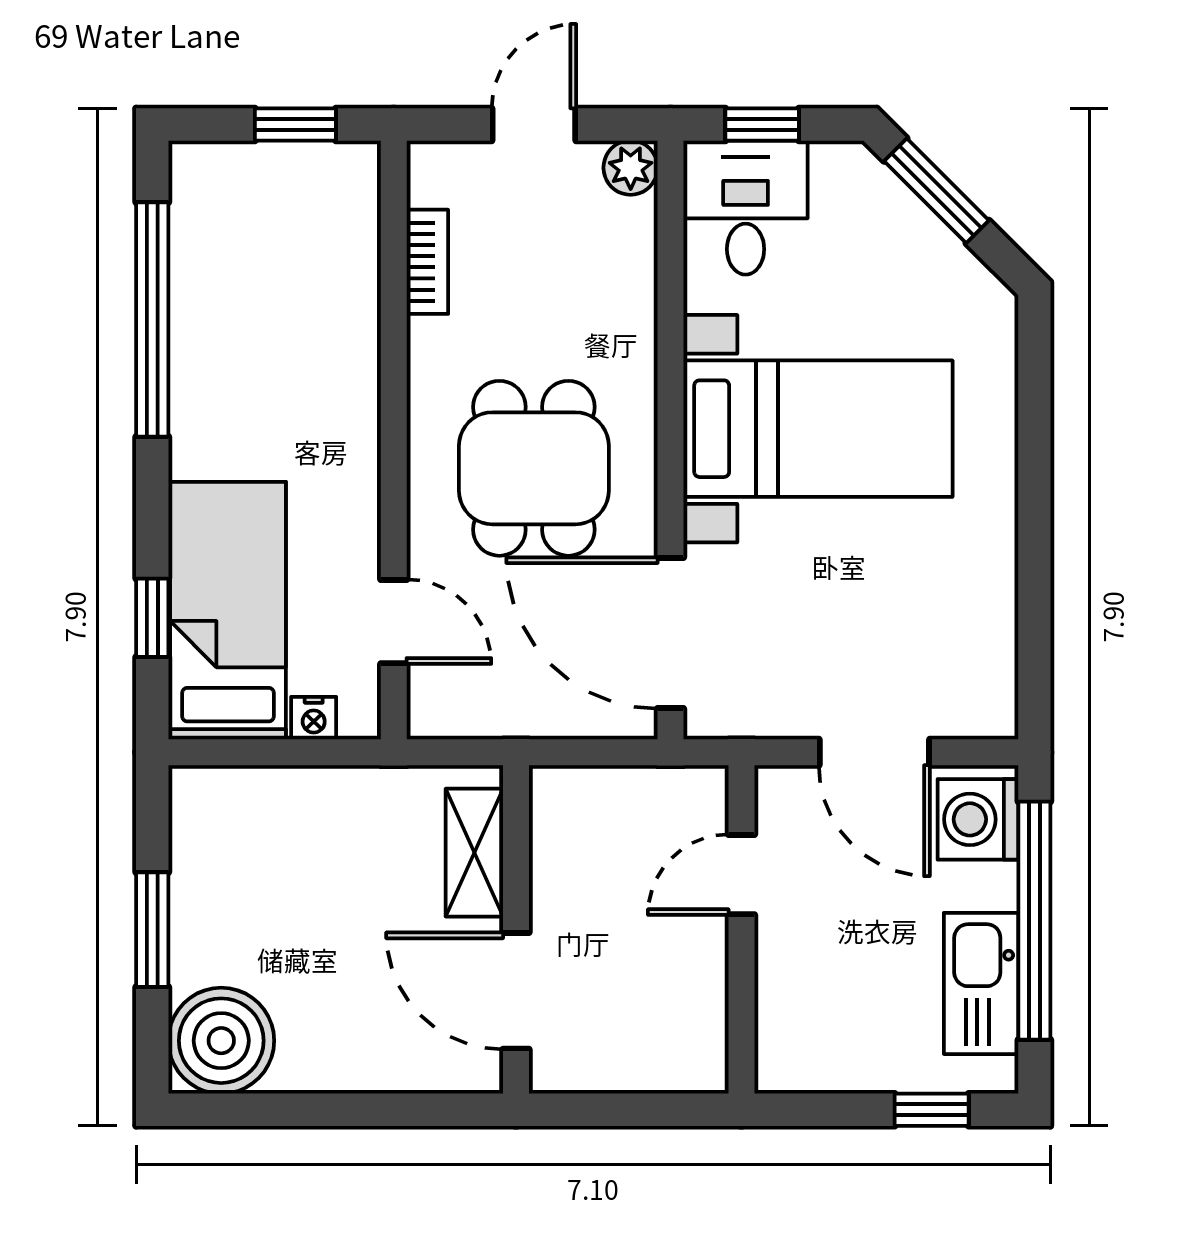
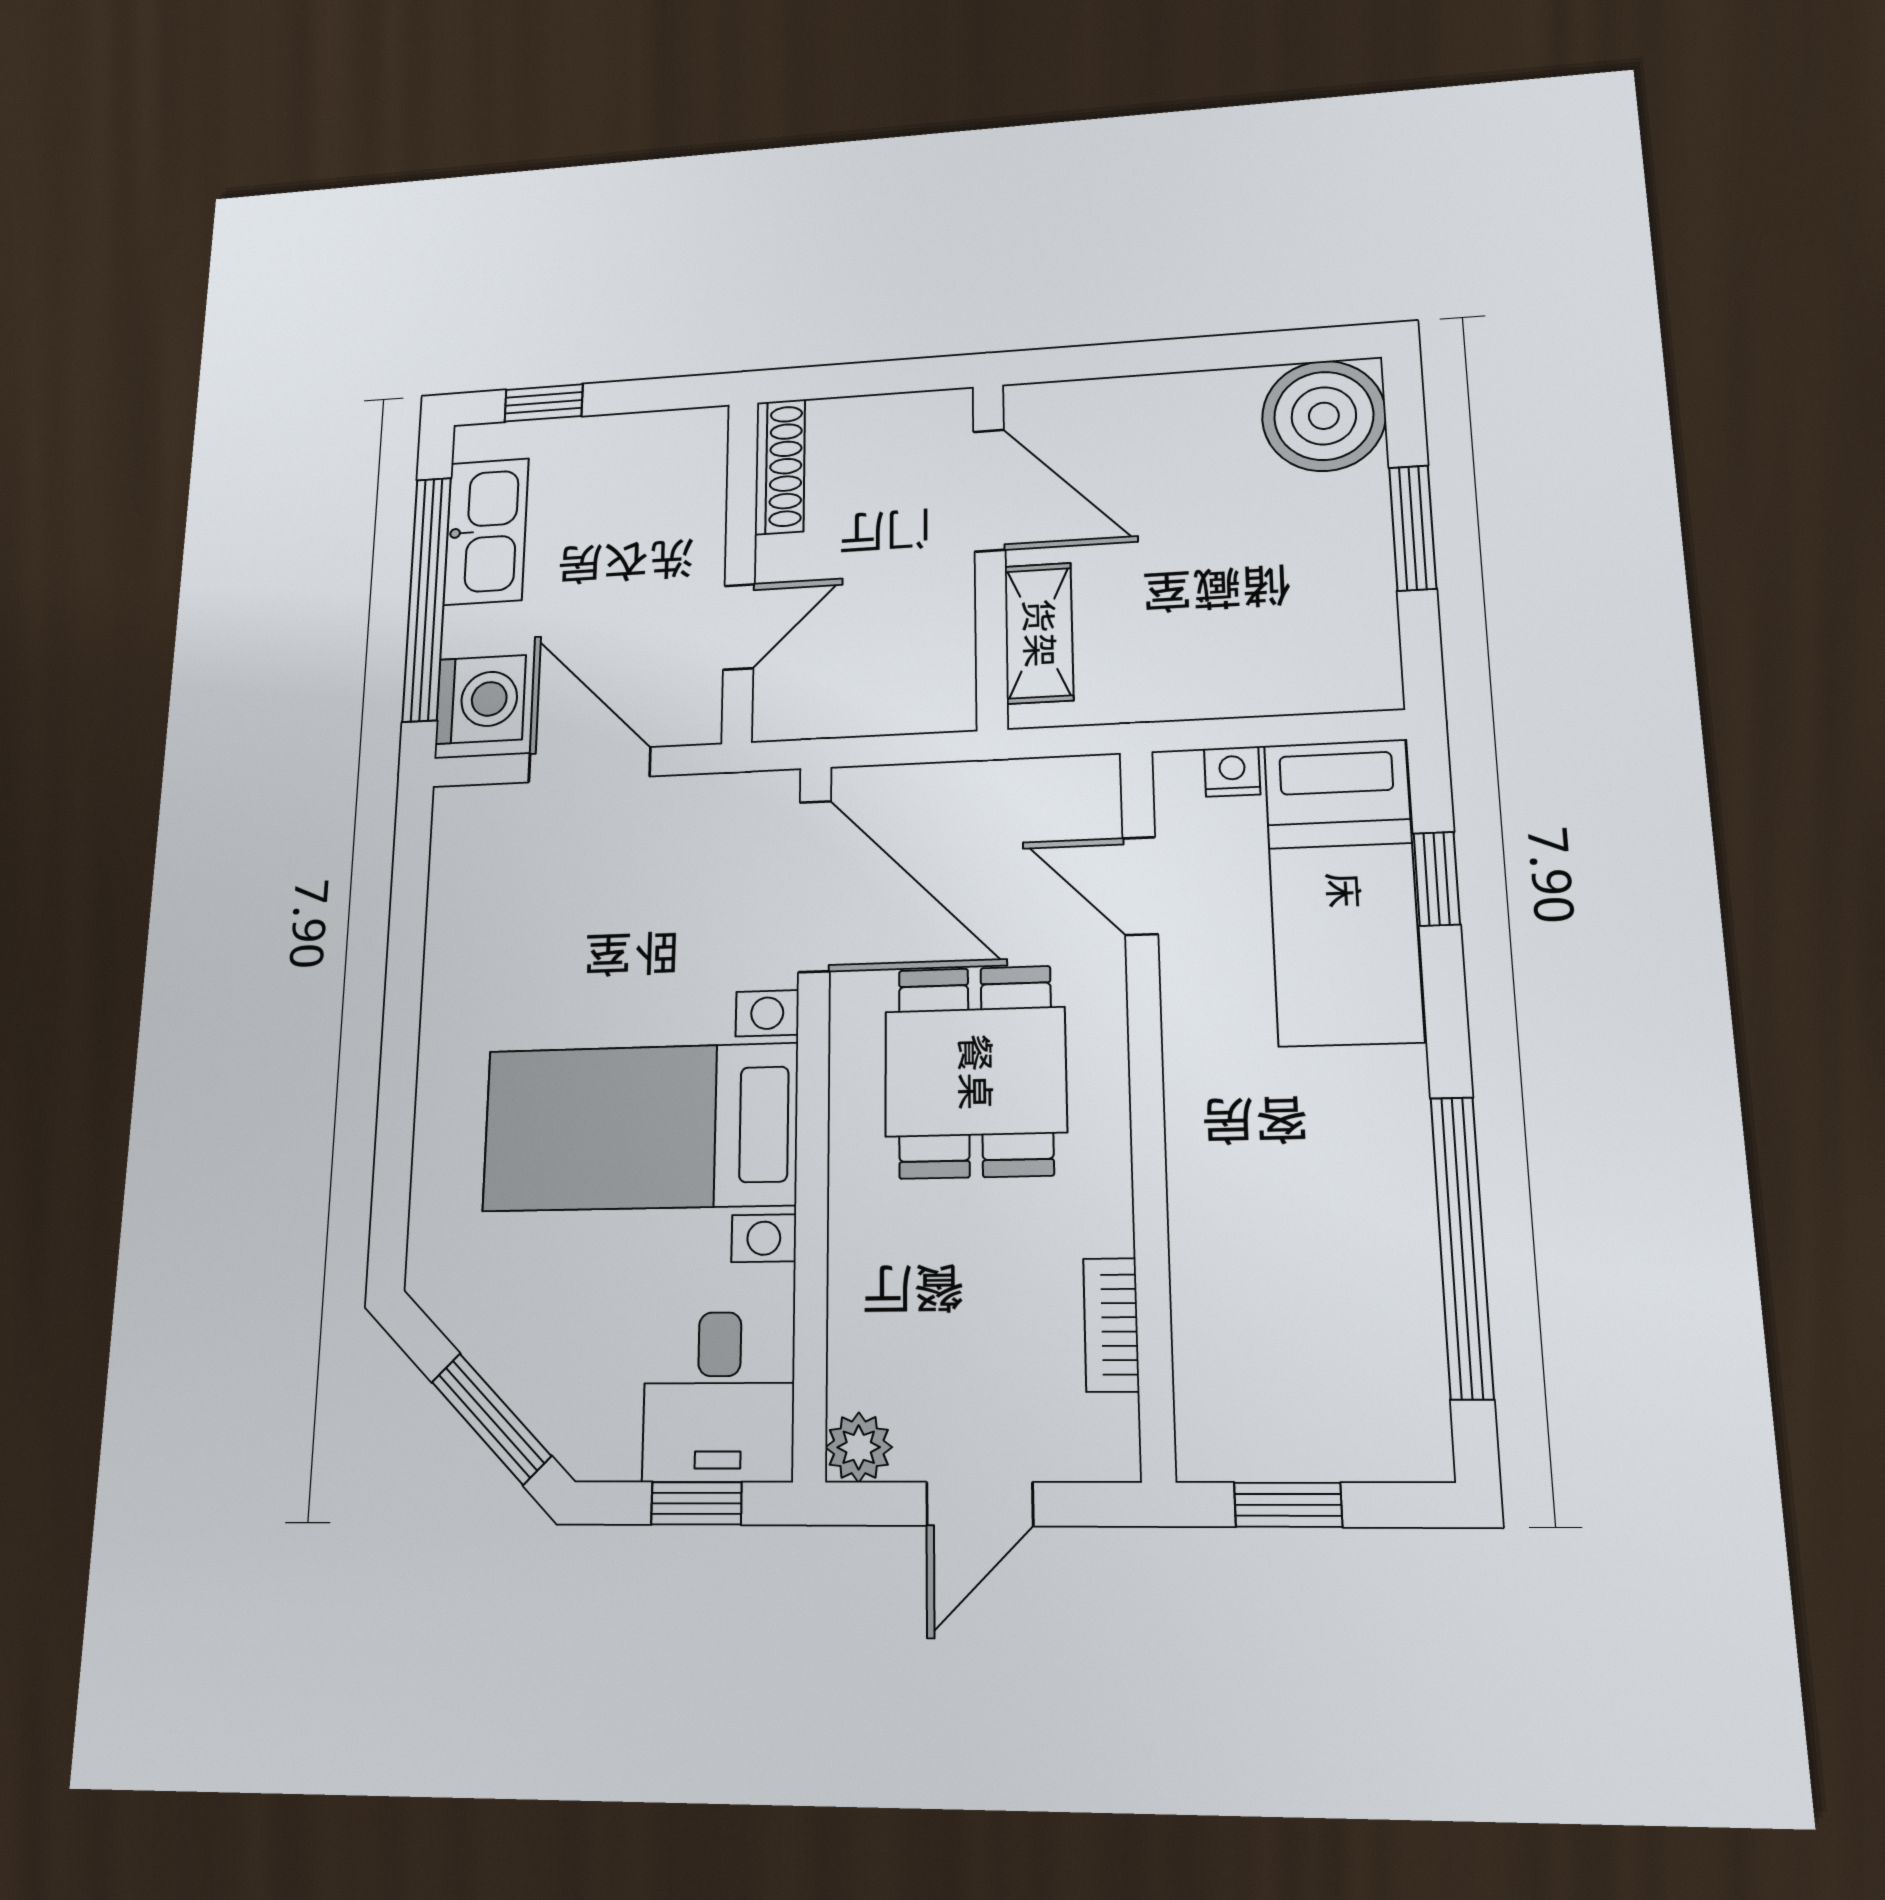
shoe rack: (706, 1028) -> (780, 467), added

